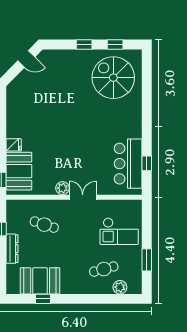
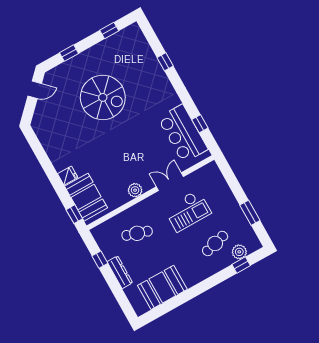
window: (84, 45) -> (69, 53), moved
spiral stairs: (113, 78) -> (103, 97), moved, turned 180
window: (147, 96) -> (165, 62), added
double door: (83, 197) -> (170, 182), moved
checkout: (119, 231) -> (188, 211), moved
window: (43, 299) -> (241, 265), moved

